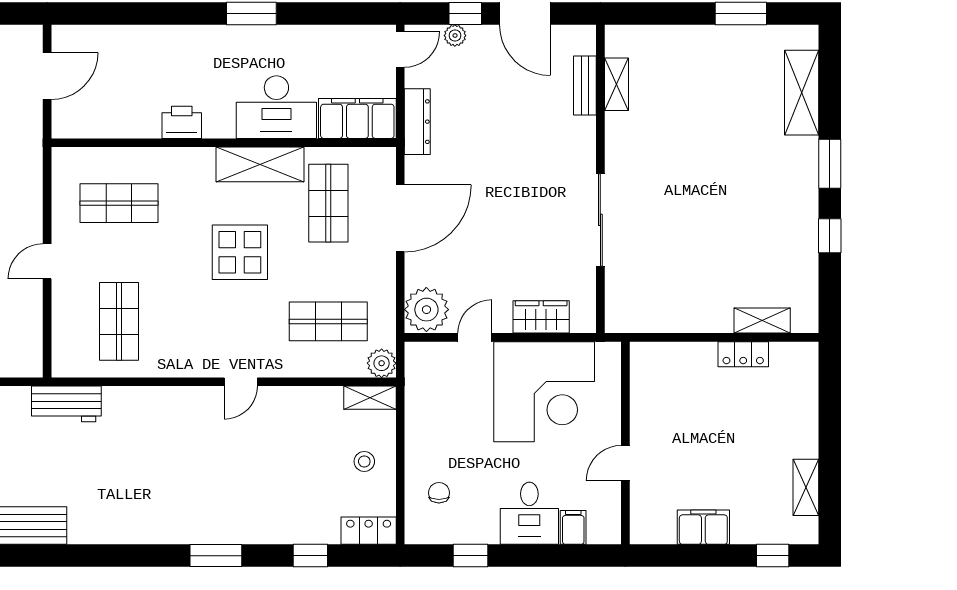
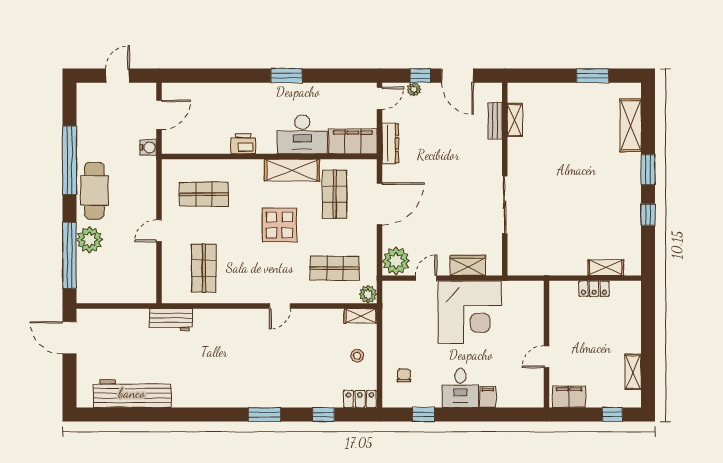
water cooler: (30, 128) -> (148, 147), added
wall: (625, 443) -> (546, 344), moved
door: (625, 463) -> (546, 357), moved

